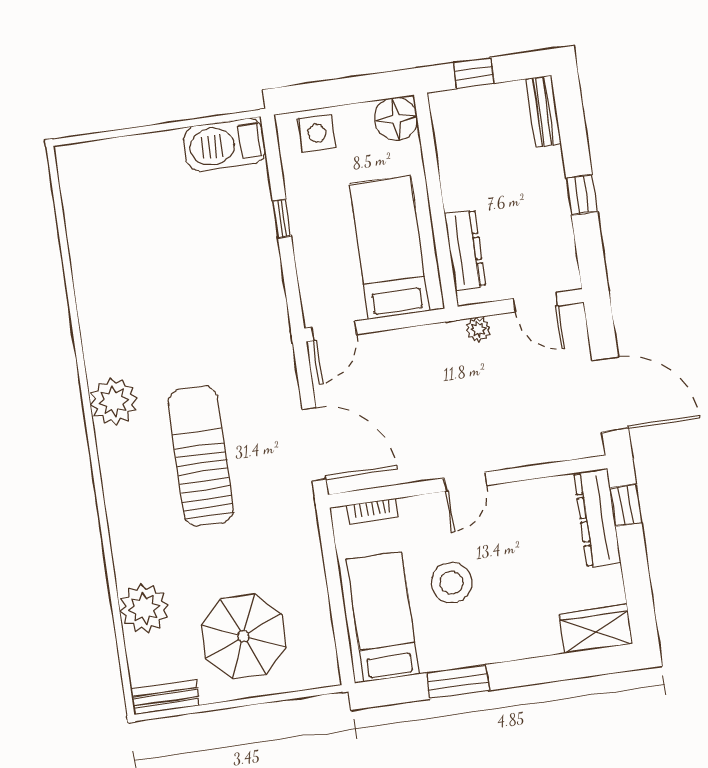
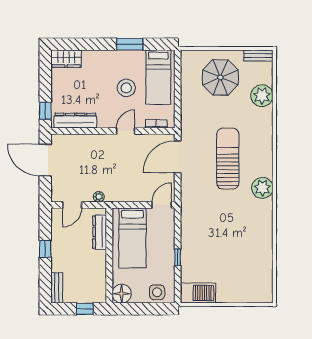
door: (536, 302) -> (72, 205), swing flipped
door: (314, 444) -> (178, 157), hinge flipped
sun lounger: (201, 456) -> (228, 159), turned 180
door: (466, 482) -> (126, 131), moved
dresser: (597, 518) -> (75, 121), moved, turned -90

